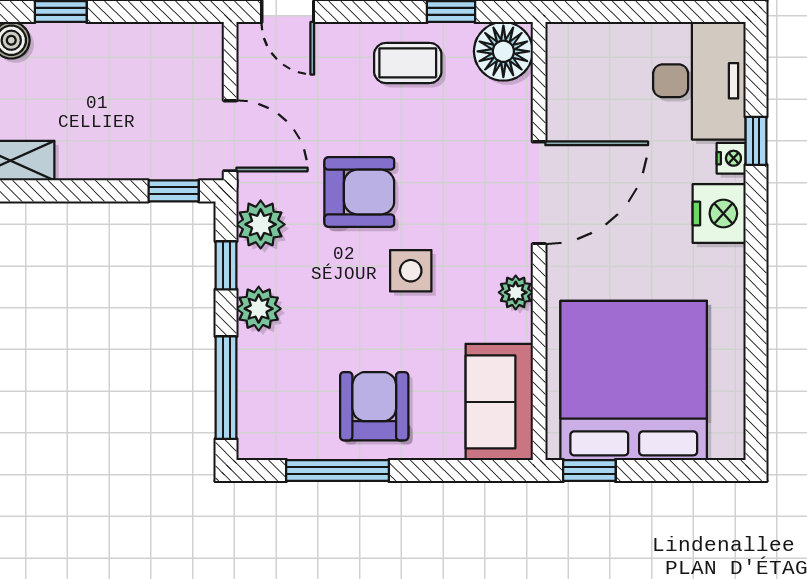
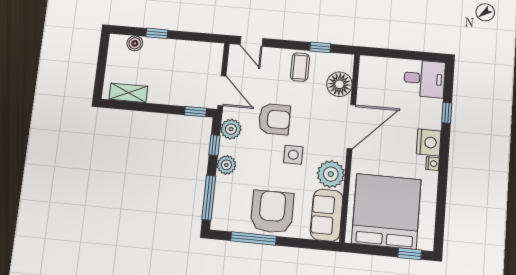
floor lamp: (503, 51) -> (339, 84), moved
coffee table: (408, 63) -> (300, 67), turned 90
desk: (699, 81) -> (424, 79), width x0.73
nightstand: (731, 158) -> (433, 164), moved
plant: (516, 292) -> (331, 174), width x1.88, depth x1.88
armchair: (374, 406) -> (272, 212), width x1.36, depth x1.36
window: (589, 470) -> (410, 254), moved

